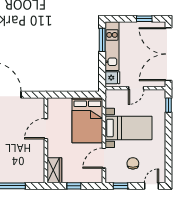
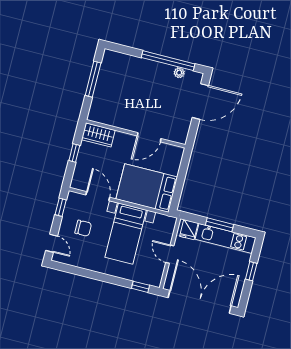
window: (144, 19) -> (251, 271), moved
window: (102, 40) -> (220, 225), moved
door: (46, 129) -> (149, 137), swing flipped

